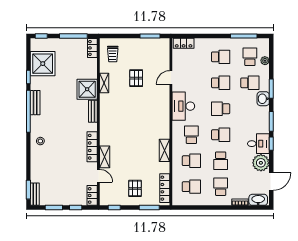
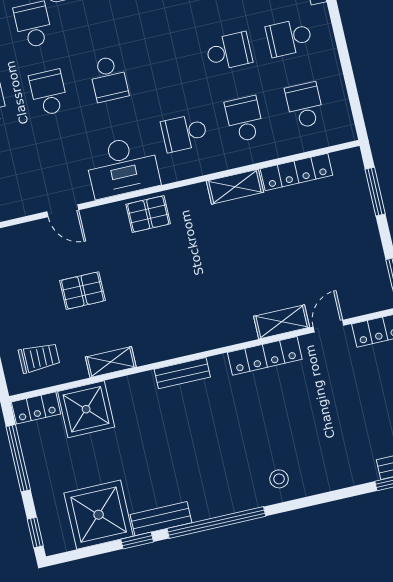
shower: (87, 89) -> (86, 409), moved
bench: (35, 103) -> (161, 519), moved
school desk: (221, 135) -> (169, 65), removed
pallet: (135, 188) -> (148, 214), moved
locker: (165, 188) -> (296, 172), moved

